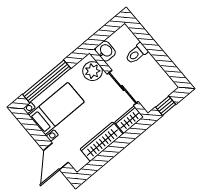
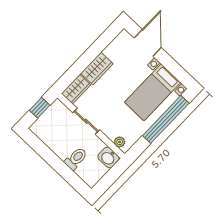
plant: (93, 71) -> (120, 142), width x0.53, depth x0.53
sliding door: (123, 88) -> (86, 121), width x0.73
wardrobe: (102, 142) -> (97, 69), width x0.67

